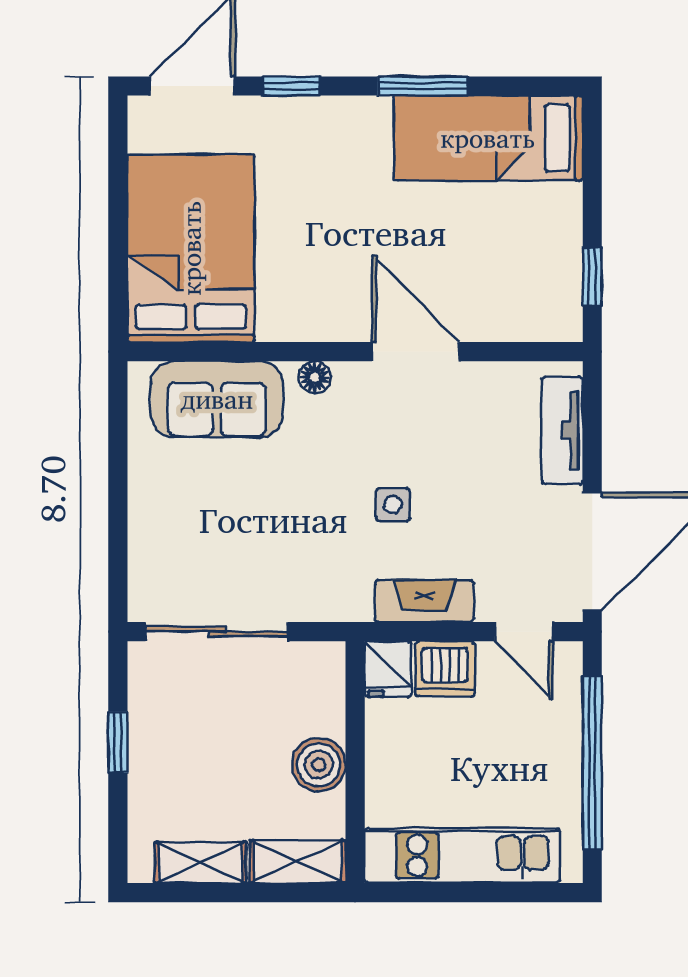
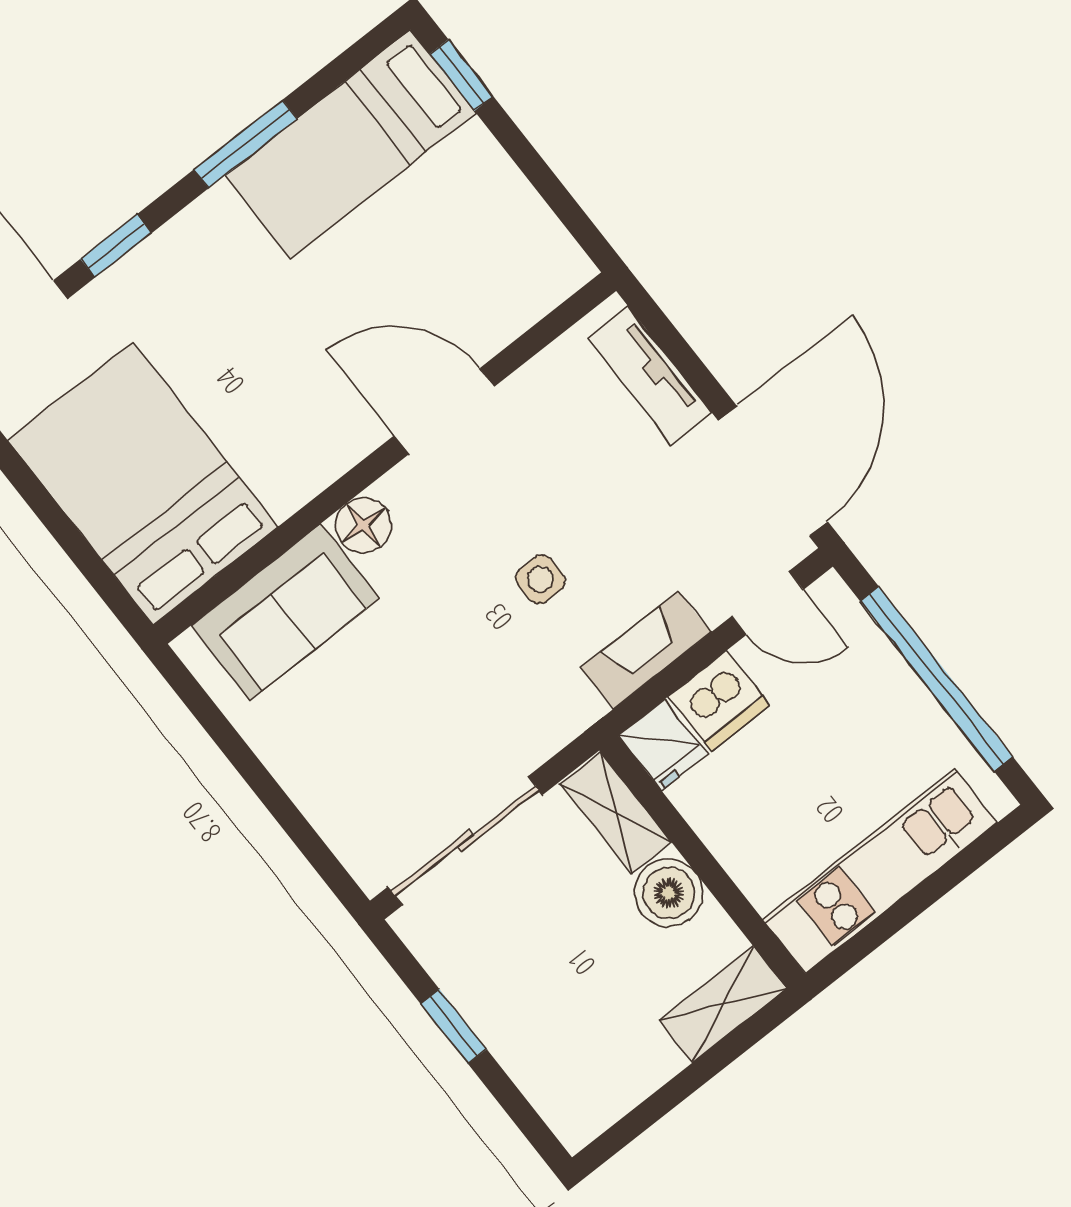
window: (592, 277) -> (461, 75), moved
floor lamp: (315, 377) -> (363, 525), width x1.37, depth x1.37
shelving: (200, 862) -> (616, 813), moved, turned 90

